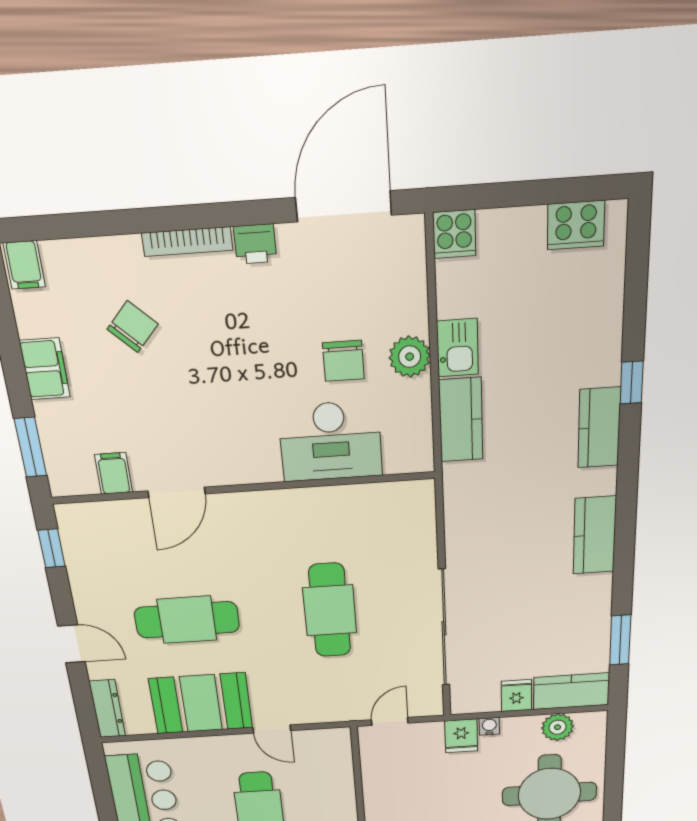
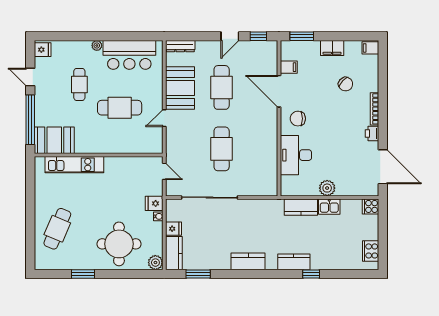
chair: (343, 361) -> (298, 119), moved
door: (177, 492) -> (279, 91), width x1.36
cafe table: (330, 610) -> (222, 149), turned 90
door: (72, 644) -> (230, 36), moved
plant: (558, 727) -> (155, 263), moved

